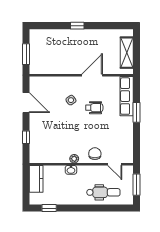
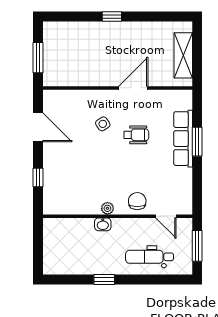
row of seats: (127, 96) -> (183, 139), moved
kitchen counter: (36, 179) -> (53, 237), removed
dental chair: (103, 192) -> (150, 257), turned 180
window: (49, 208) -> (104, 279), moved

